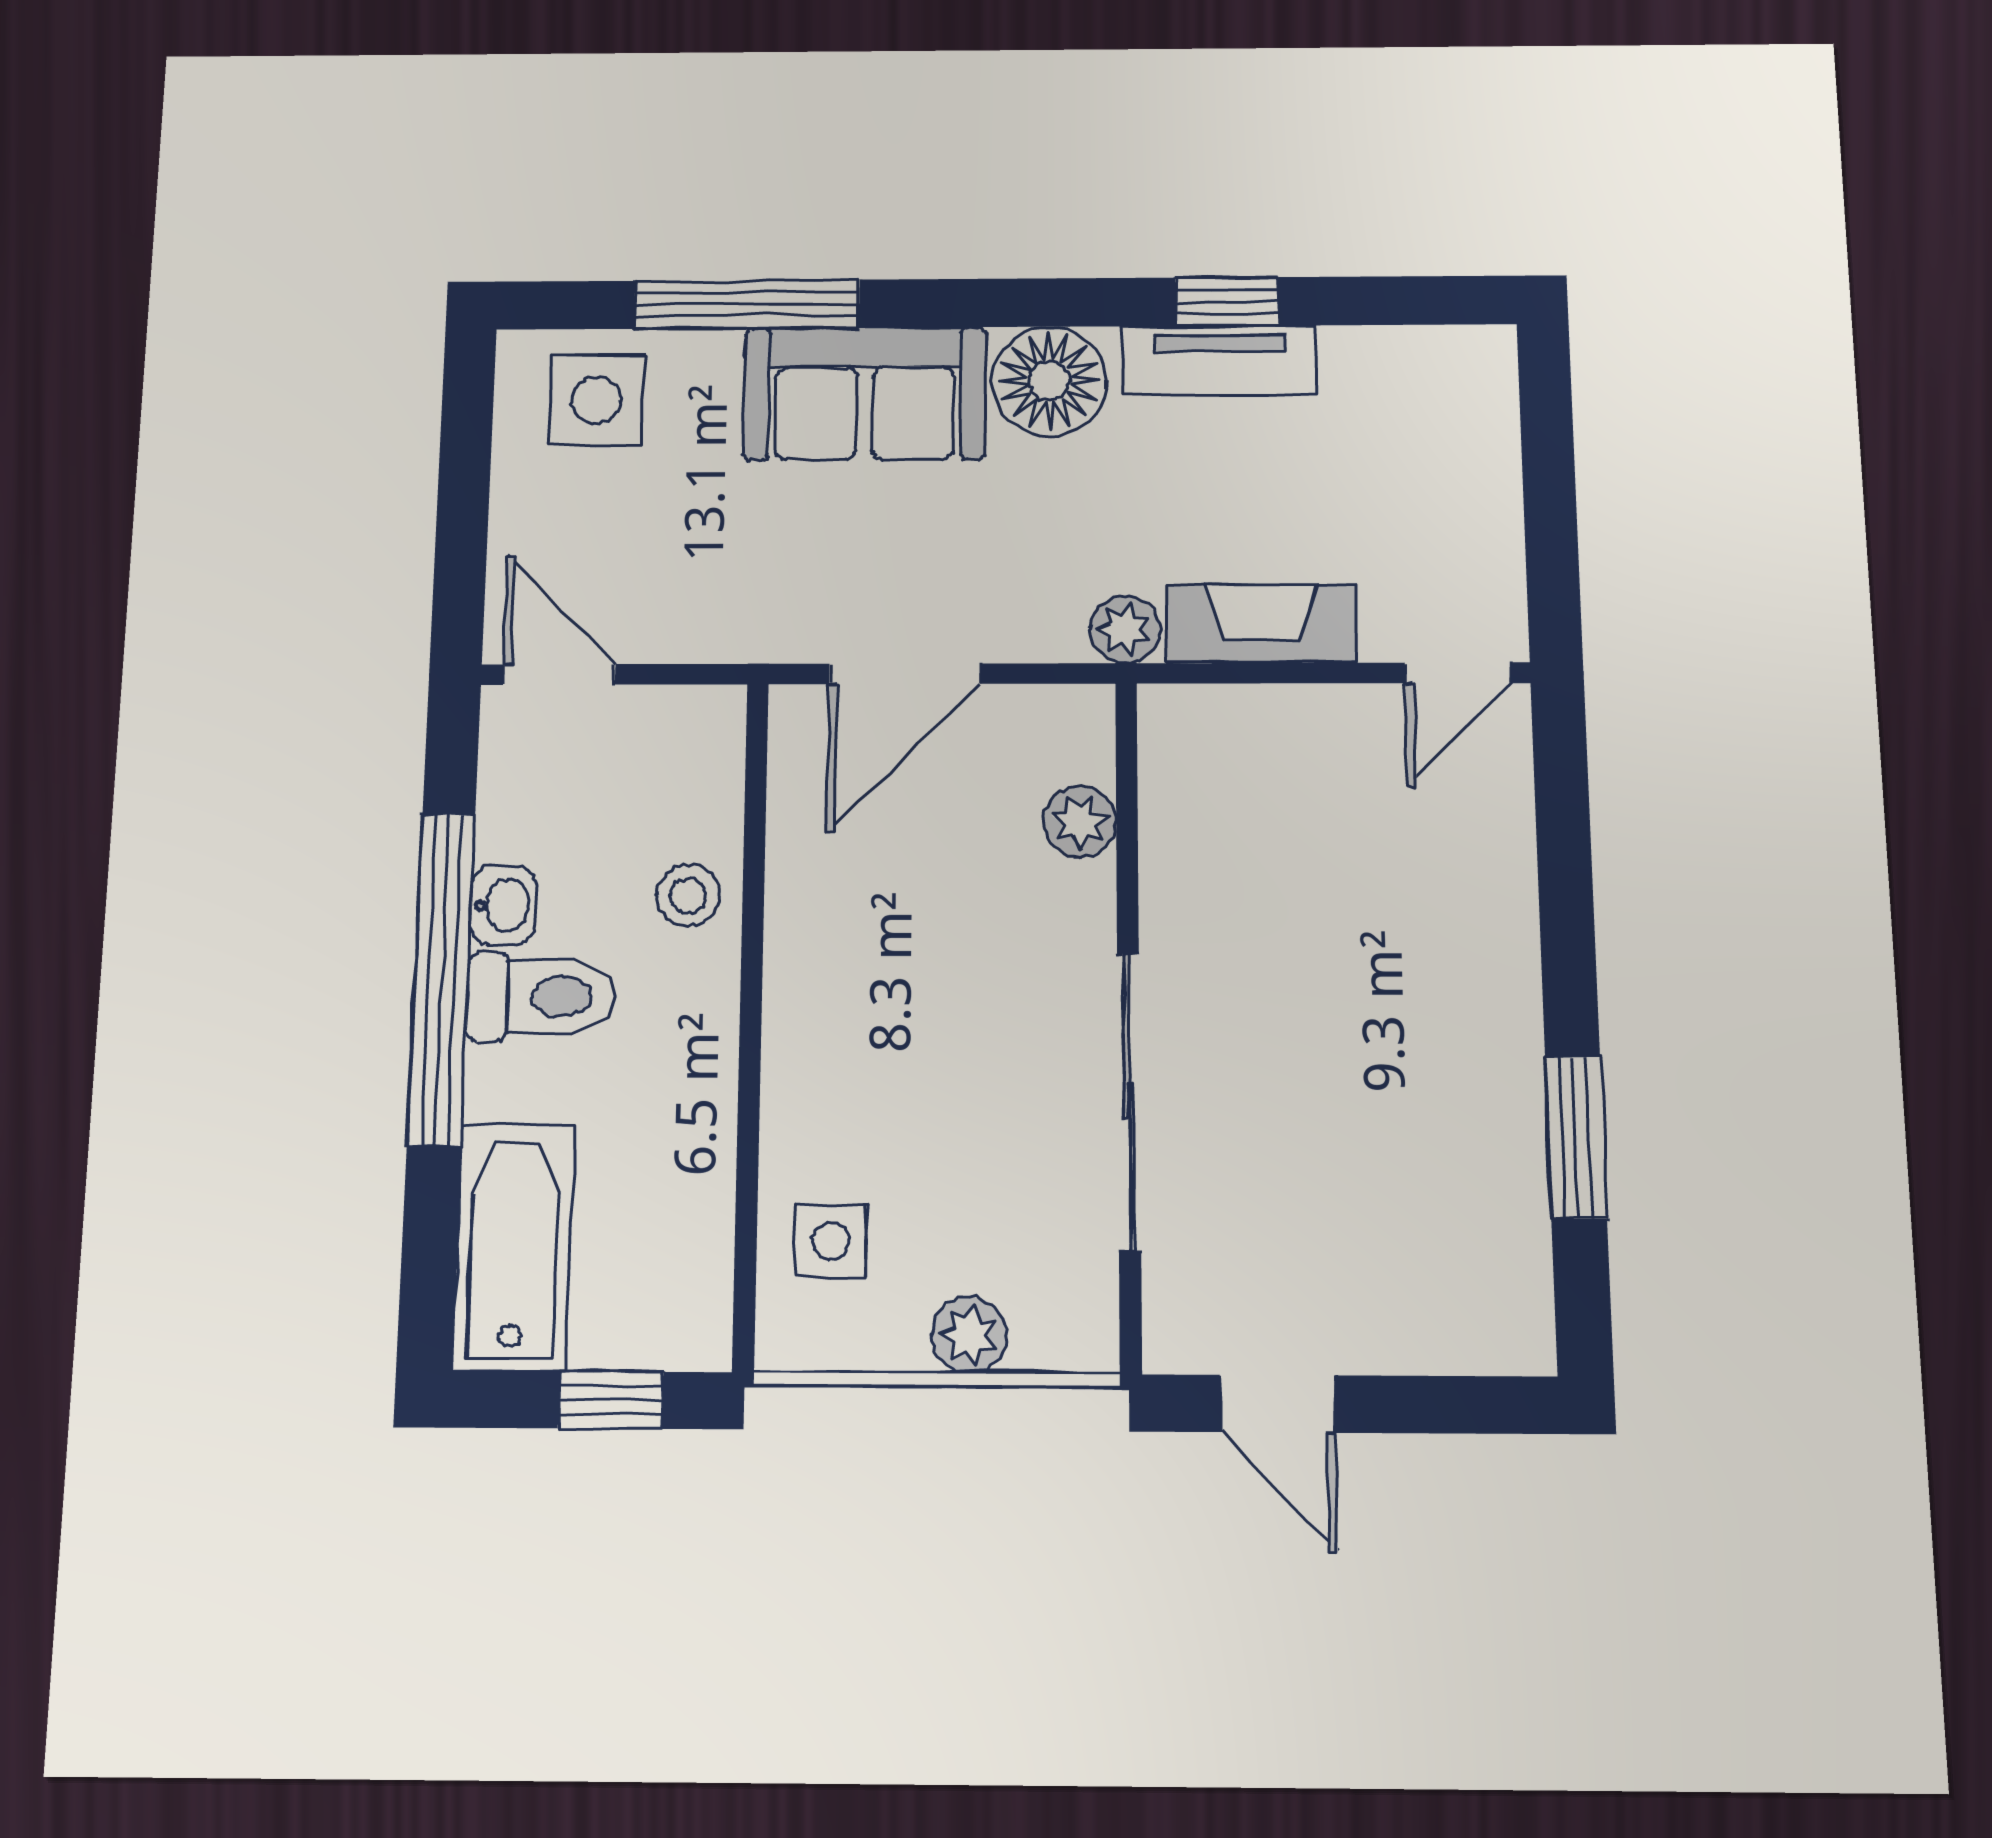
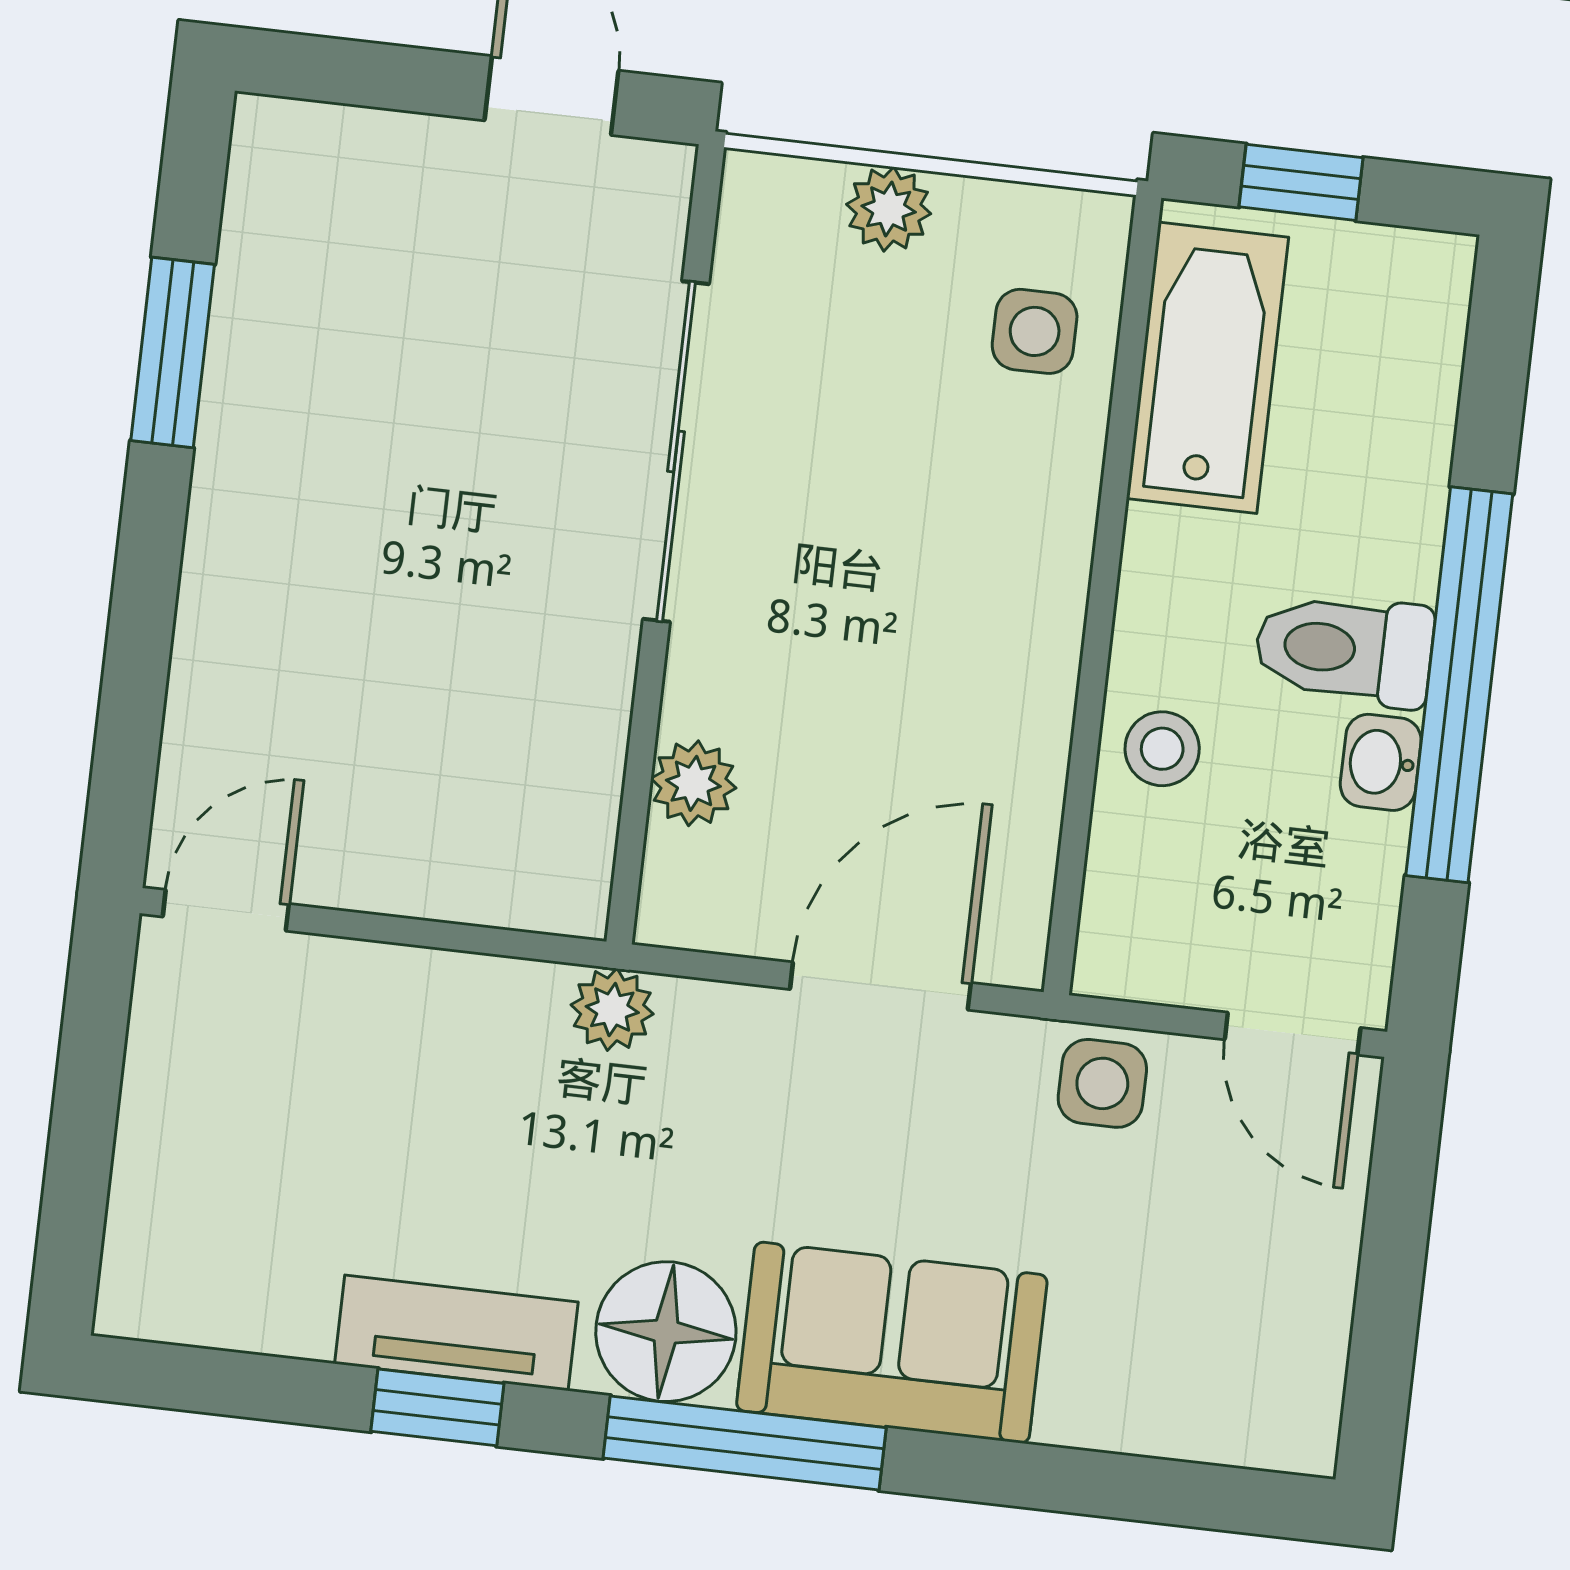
window: (747, 304) -> (745, 1443), moved
side table: (596, 400) -> (1102, 1083), moved, width x0.73, depth x0.73
fireplace: (1261, 624) -> (449, 997), removed
bathtub: (513, 1247) -> (1207, 368), moved, turned 180

